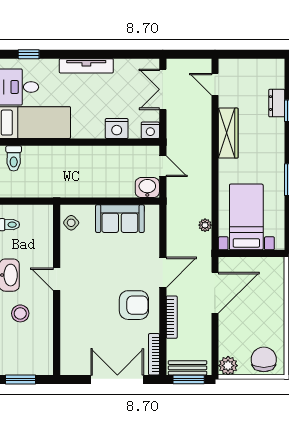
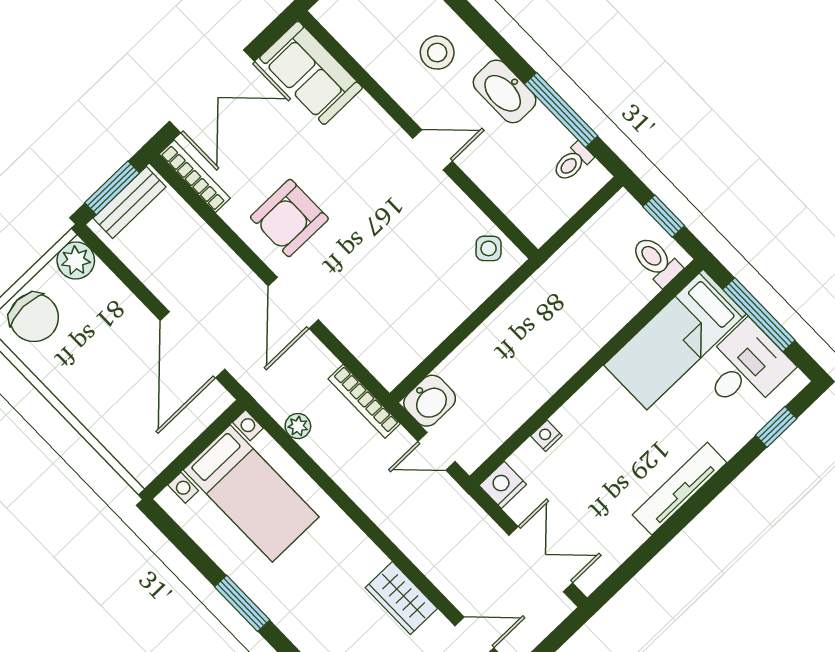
nightstand: (117, 128) -> (546, 436), width x0.53, depth x0.56
wardrobe: (228, 133) -> (401, 598), width x0.67
sofa: (120, 219) -> (311, 73), moved, turned -90
bookcase: (172, 317) -> (364, 401), moved

